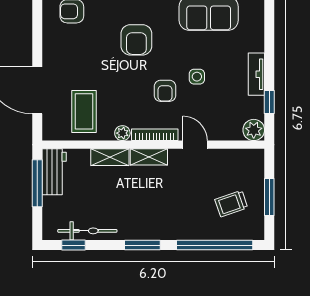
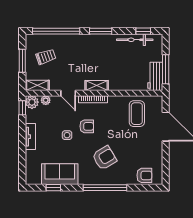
armchair: (136, 40) -> (104, 158), turned 59
armchair: (165, 91) -> (87, 126), turned 90
window: (269, 102) -> (22, 108), moved
plant: (122, 133) -> (46, 100), moved
shelving: (110, 157) -> (37, 85), moved

